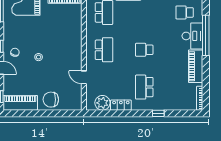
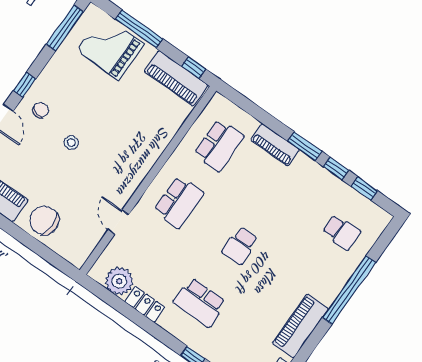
school desk: (185, 12) -> (342, 232), turned 180
desk: (192, 36) -> (328, 276), removed
school desk: (144, 50) -> (240, 246), turned -90
school desk: (144, 87) -> (200, 302), turned -90

